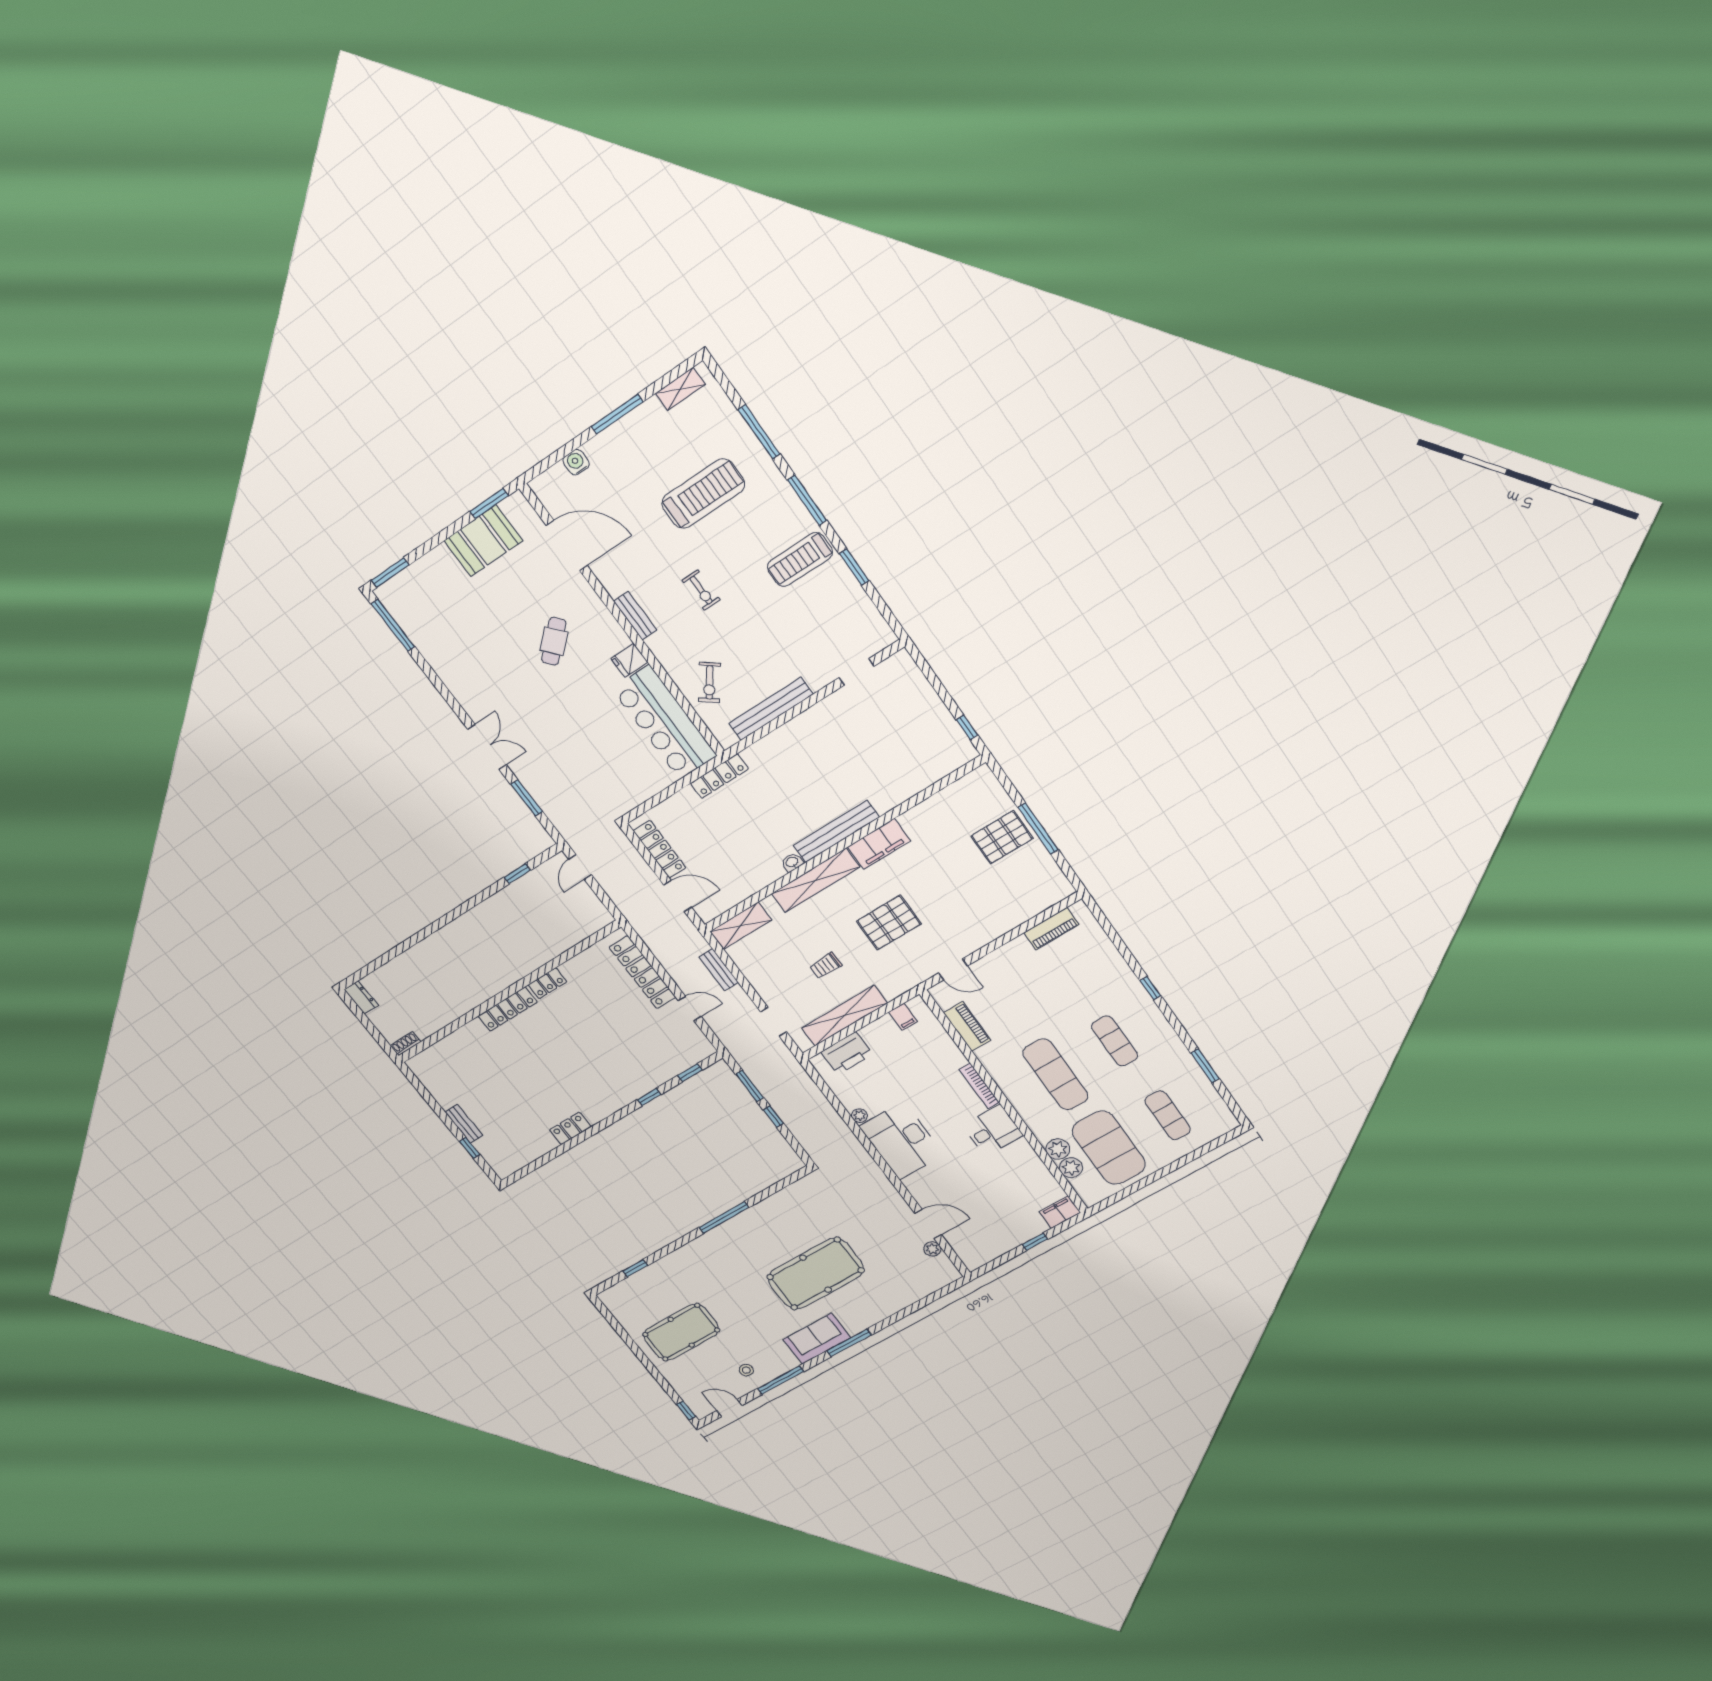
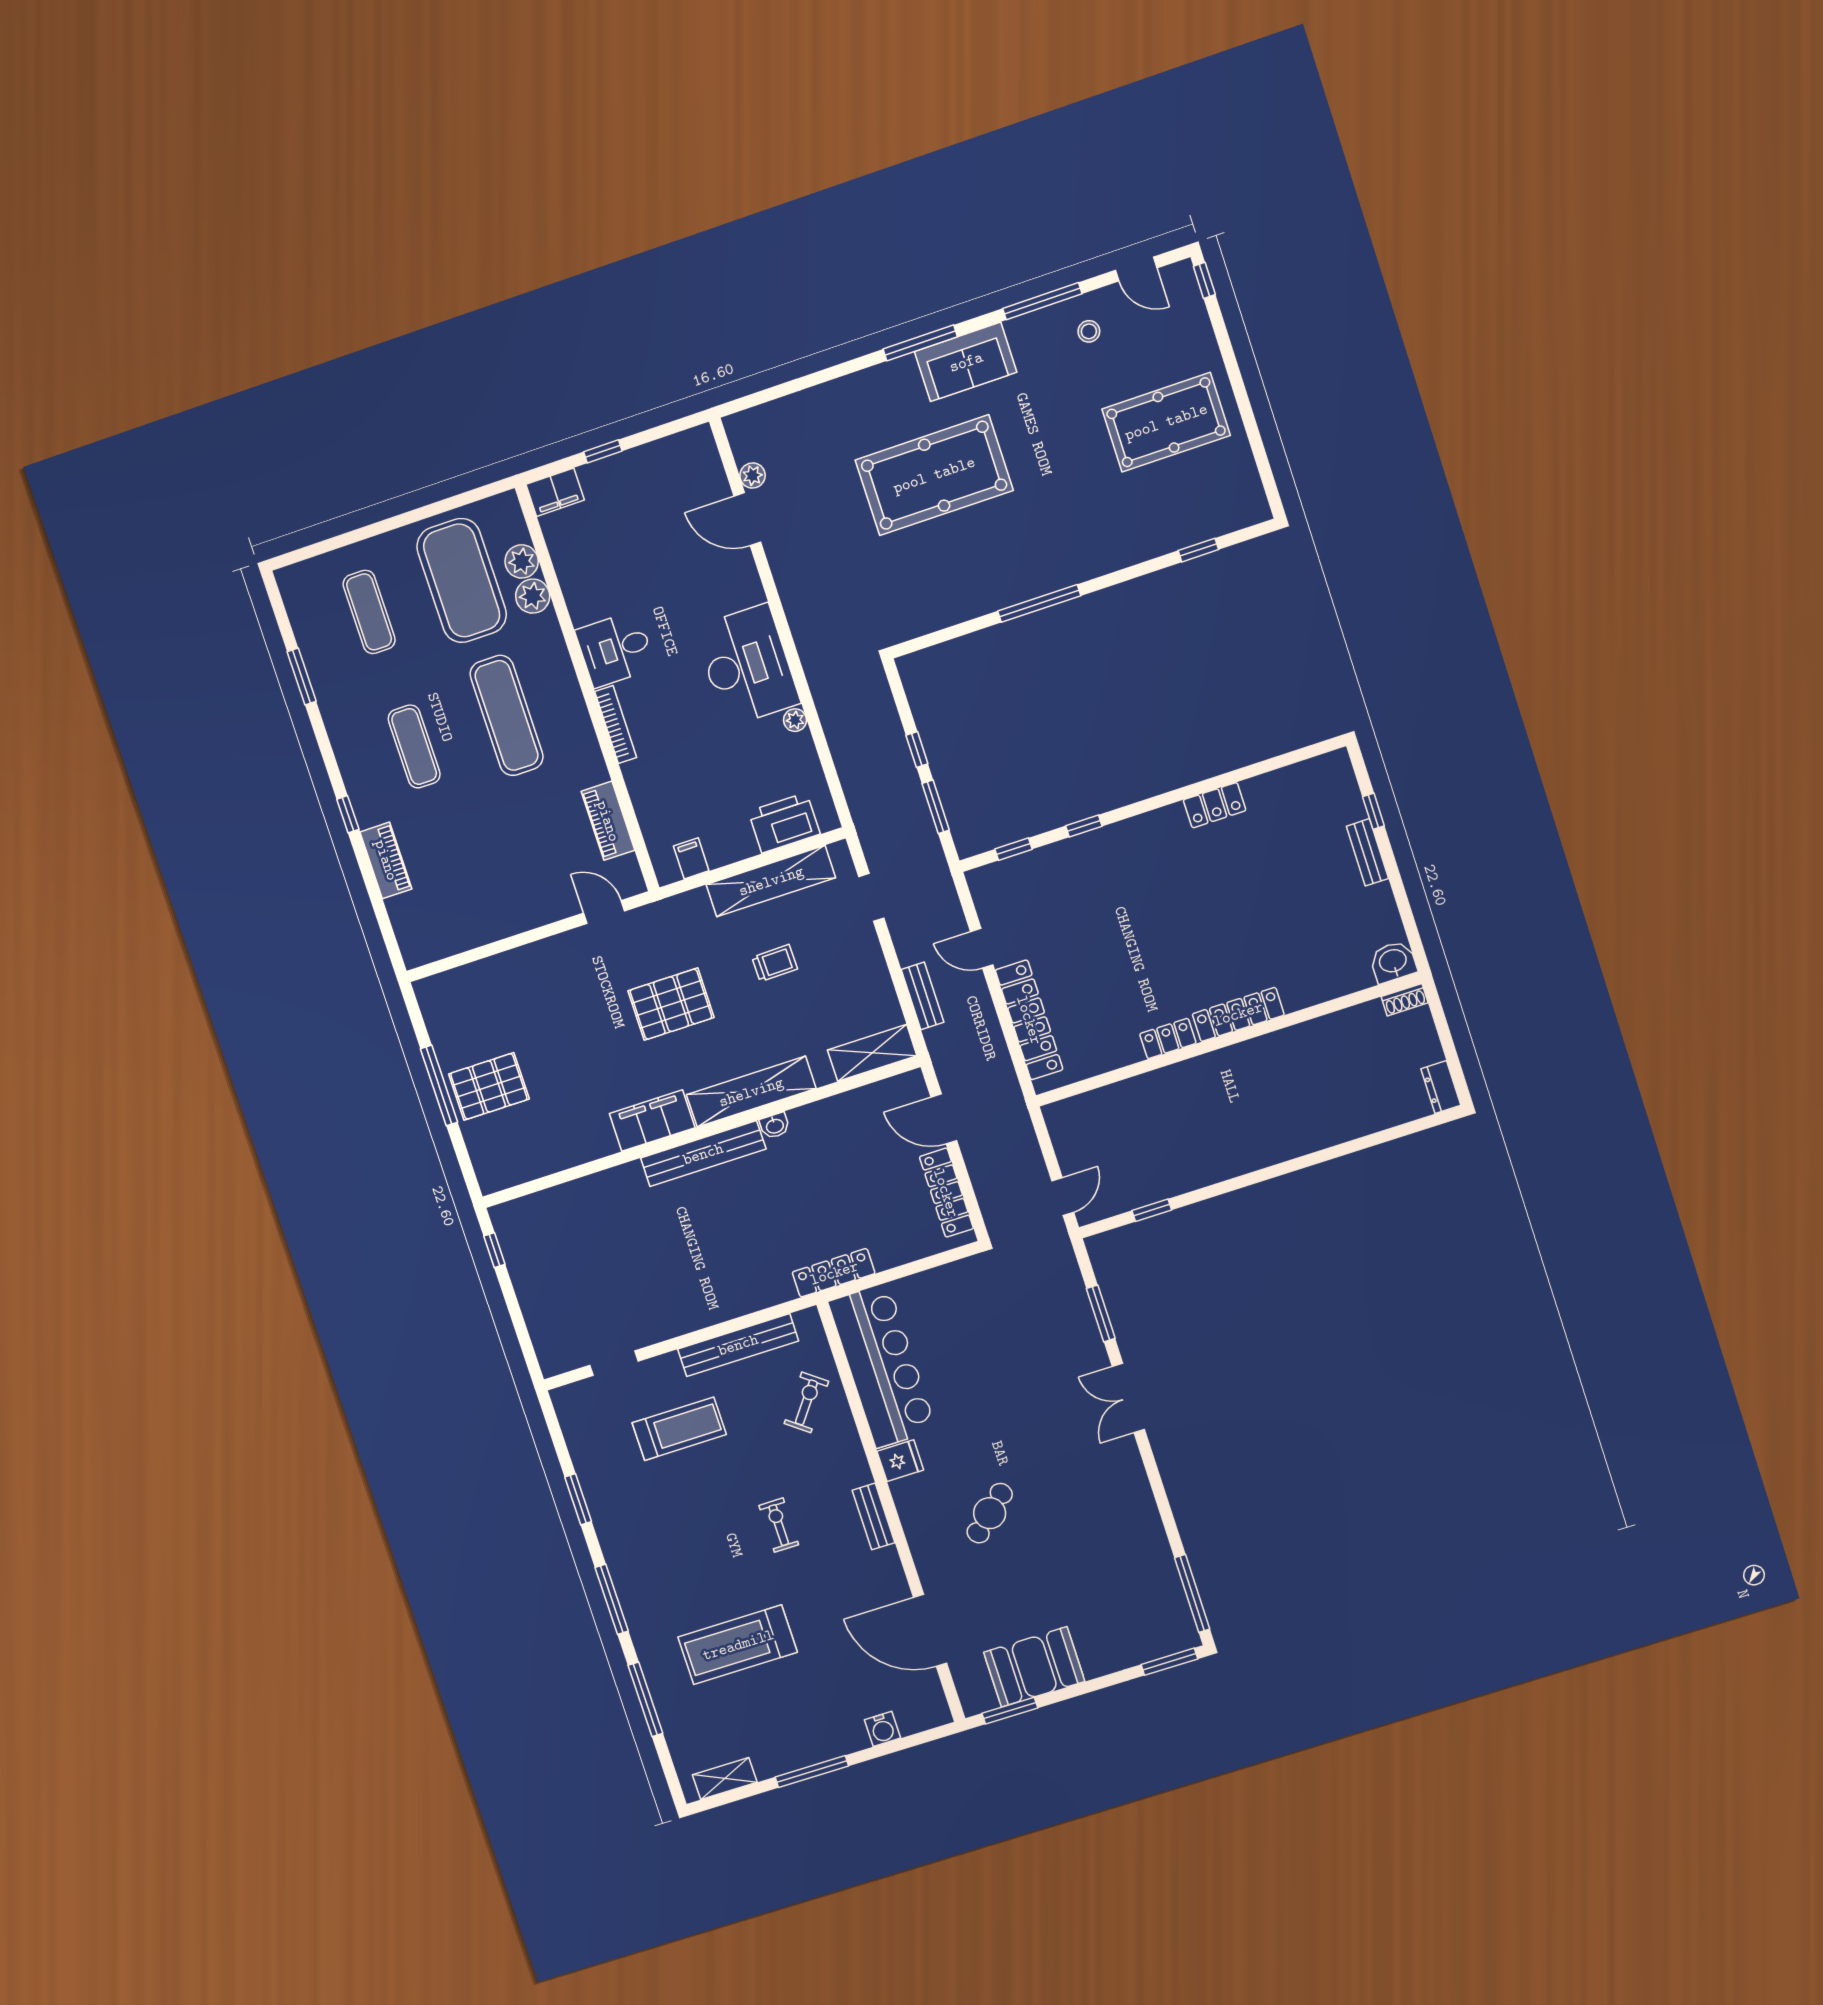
treadmill: (800, 560) -> (679, 1429), moved
piano: (1051, 929) -> (386, 860), moved, turned 90
washbasin: (422, 1064) -> (1393, 962), added

